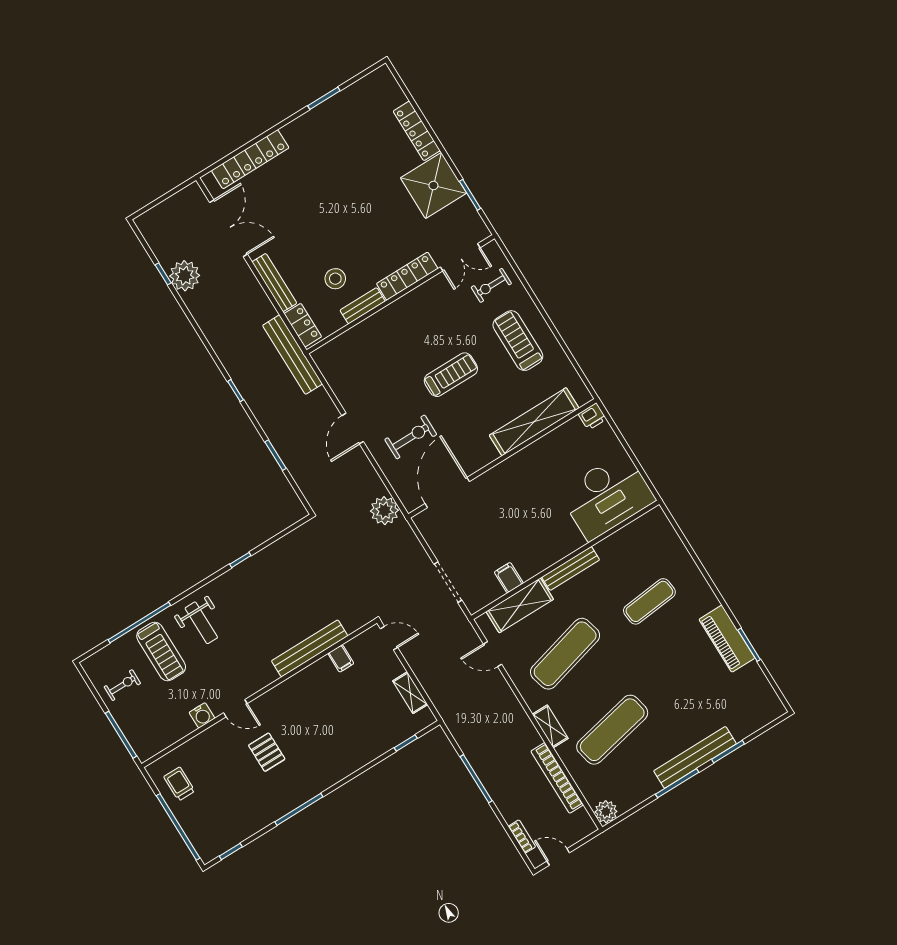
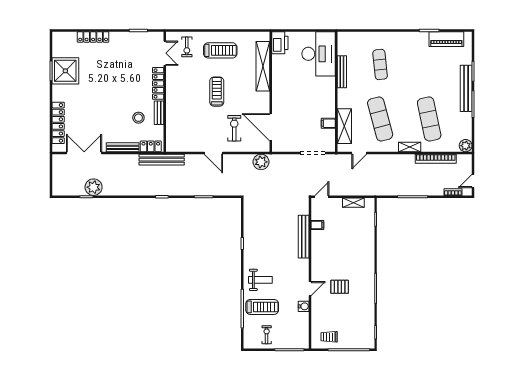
shower: (433, 185) -> (65, 71), moved
treadmill: (518, 341) -> (220, 50), turned 180
printer: (592, 416) -> (280, 43), width x1.87, depth x1.48
bench: (571, 568) -> (342, 72), moved
piano: (727, 639) -> (446, 39), moved

